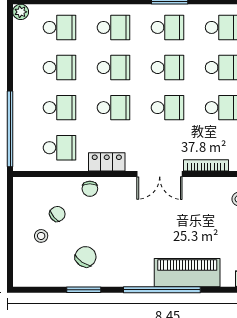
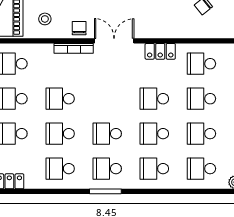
school desk: (168, 108) -> (107, 99), removed
chair: (90, 189) -> (79, 28), moved

